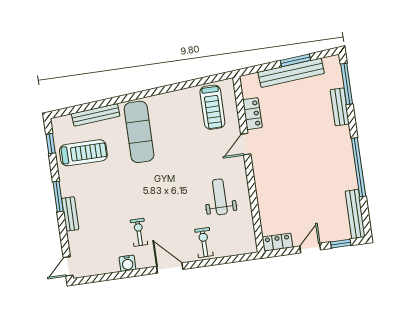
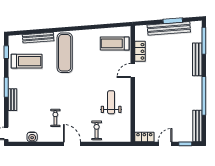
treadmill: (212, 107) -> (115, 43), turned 90
bench: (340, 107) -> (197, 59), width x1.36
water cooler: (127, 263) -> (32, 137), moved

